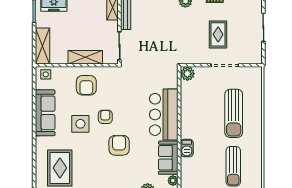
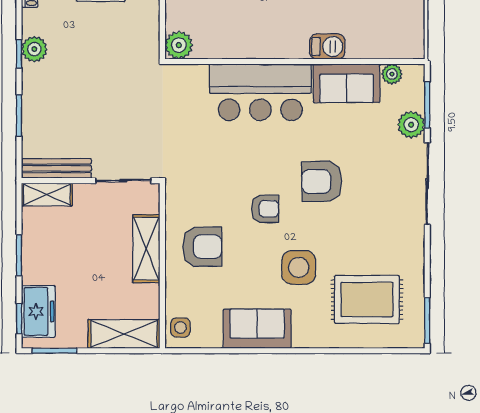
sofa: (45, 113) -> (257, 329), width x0.73
armchair: (105, 117) -> (265, 209), turned 180
side table: (80, 124) -> (299, 267), moved

